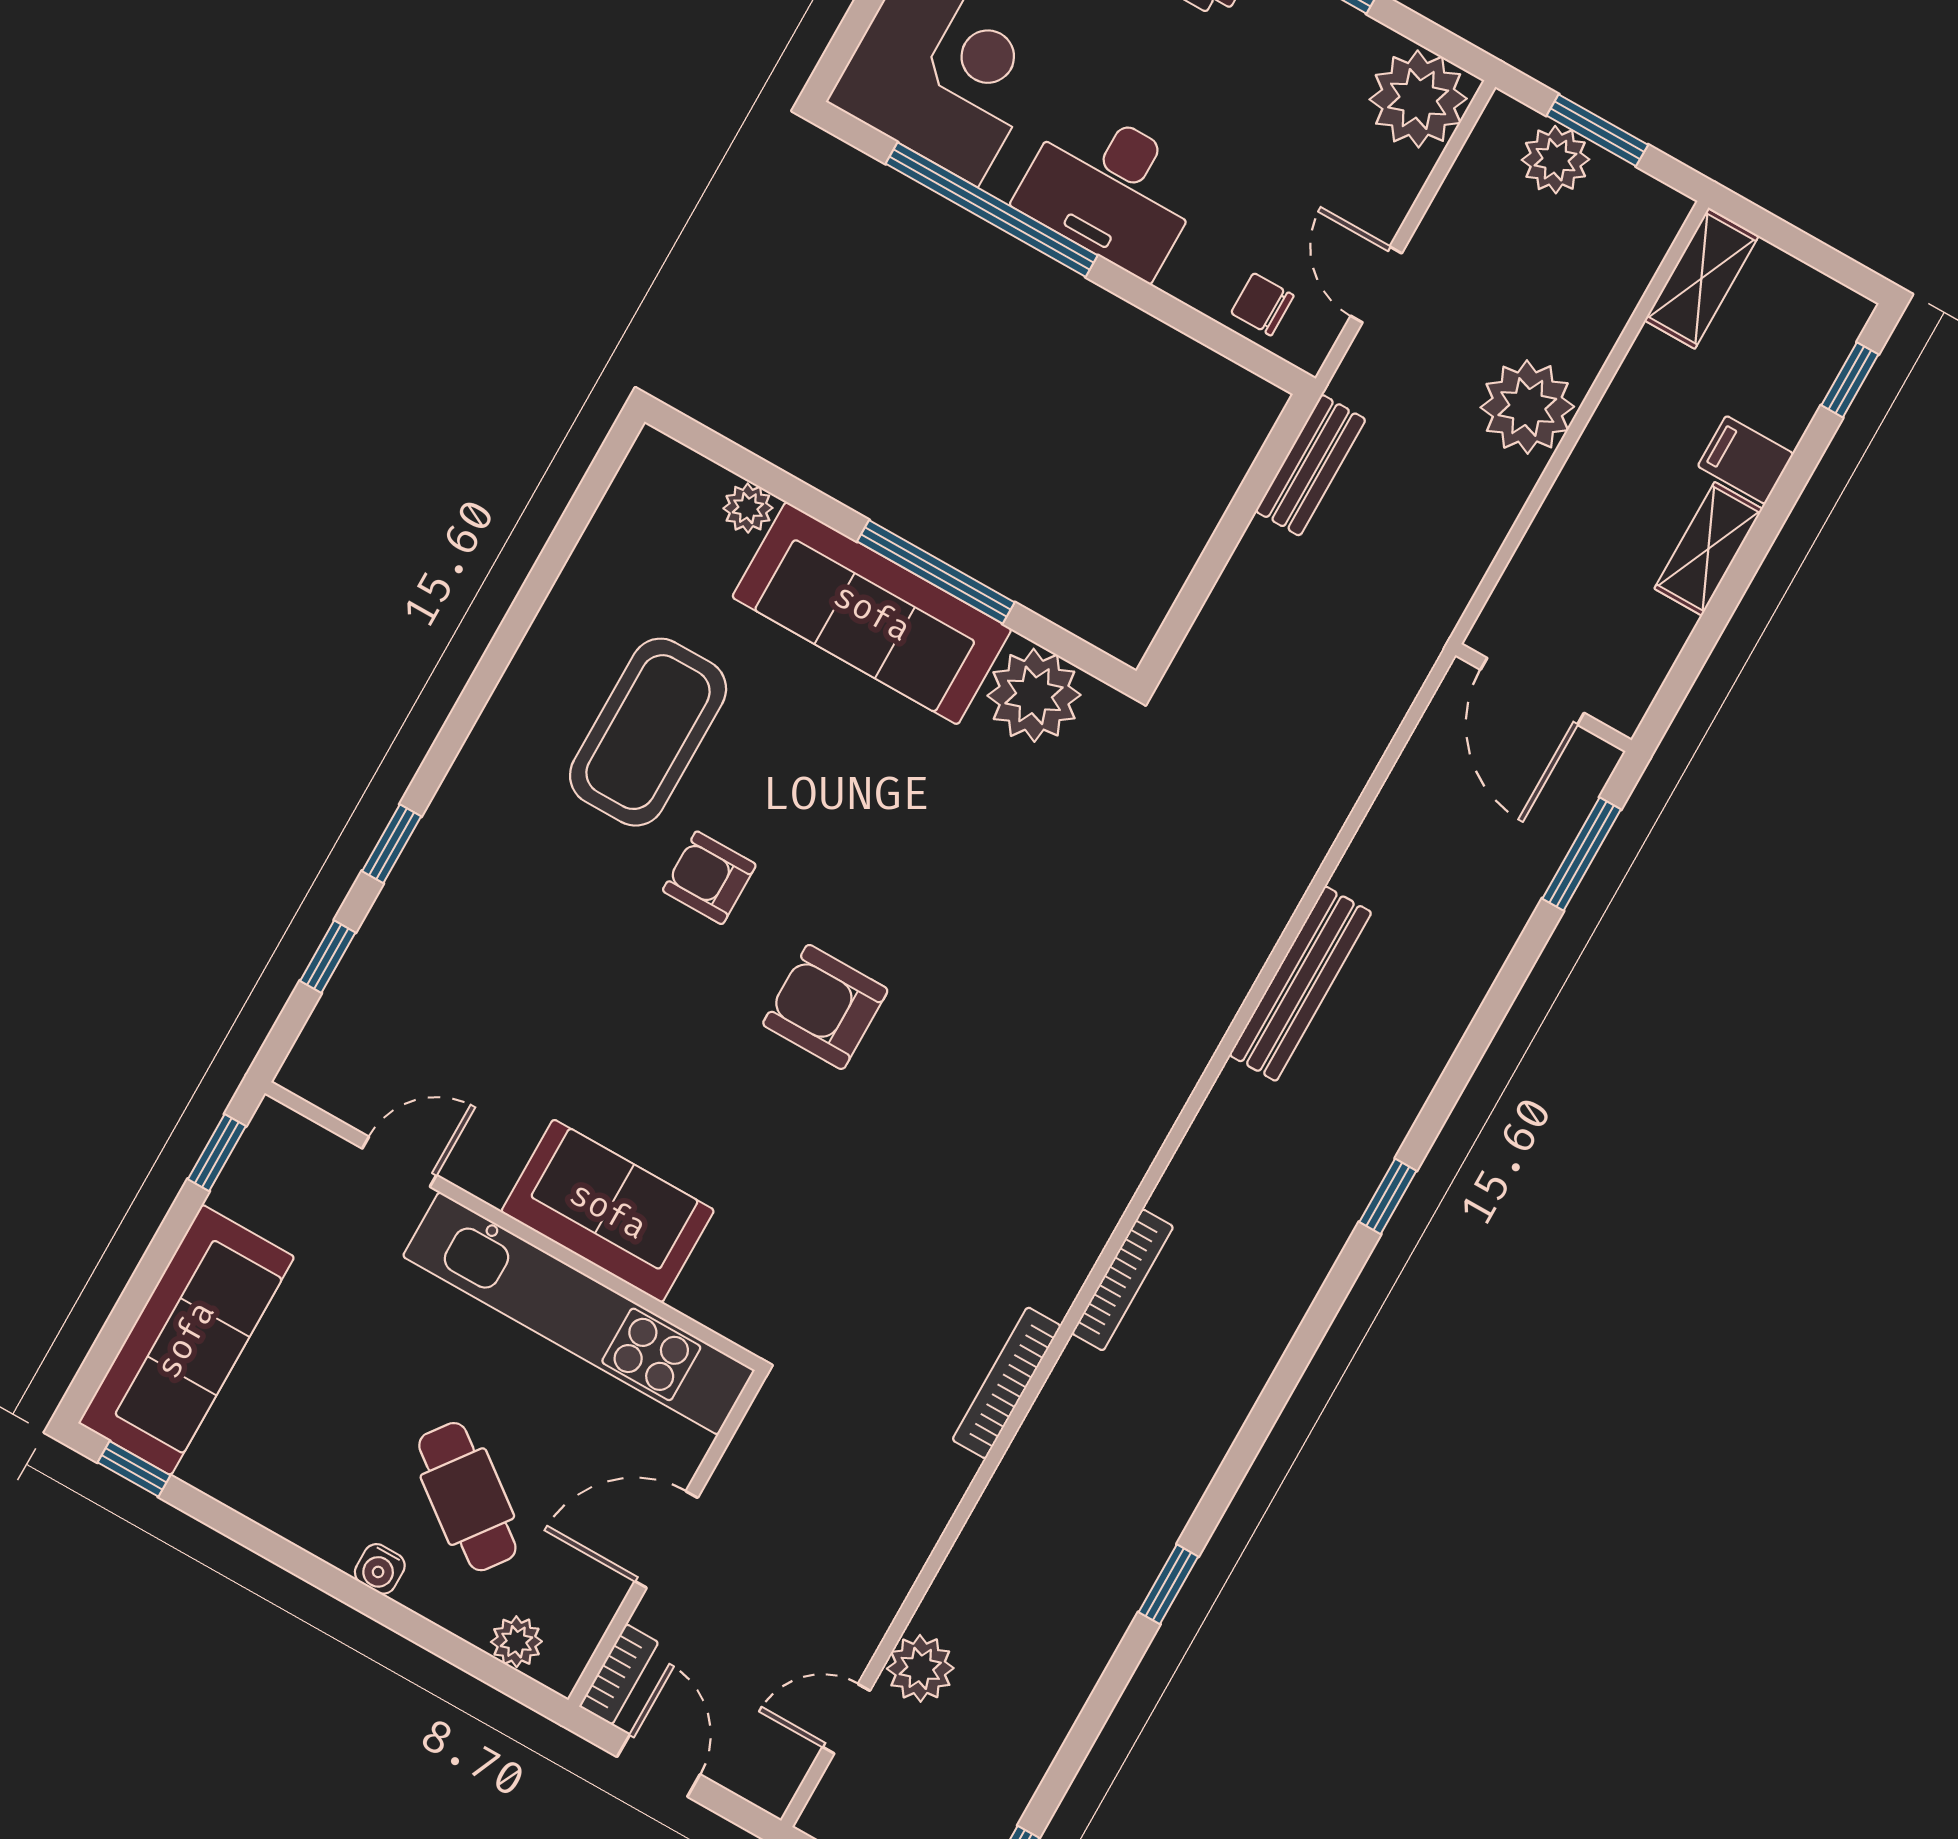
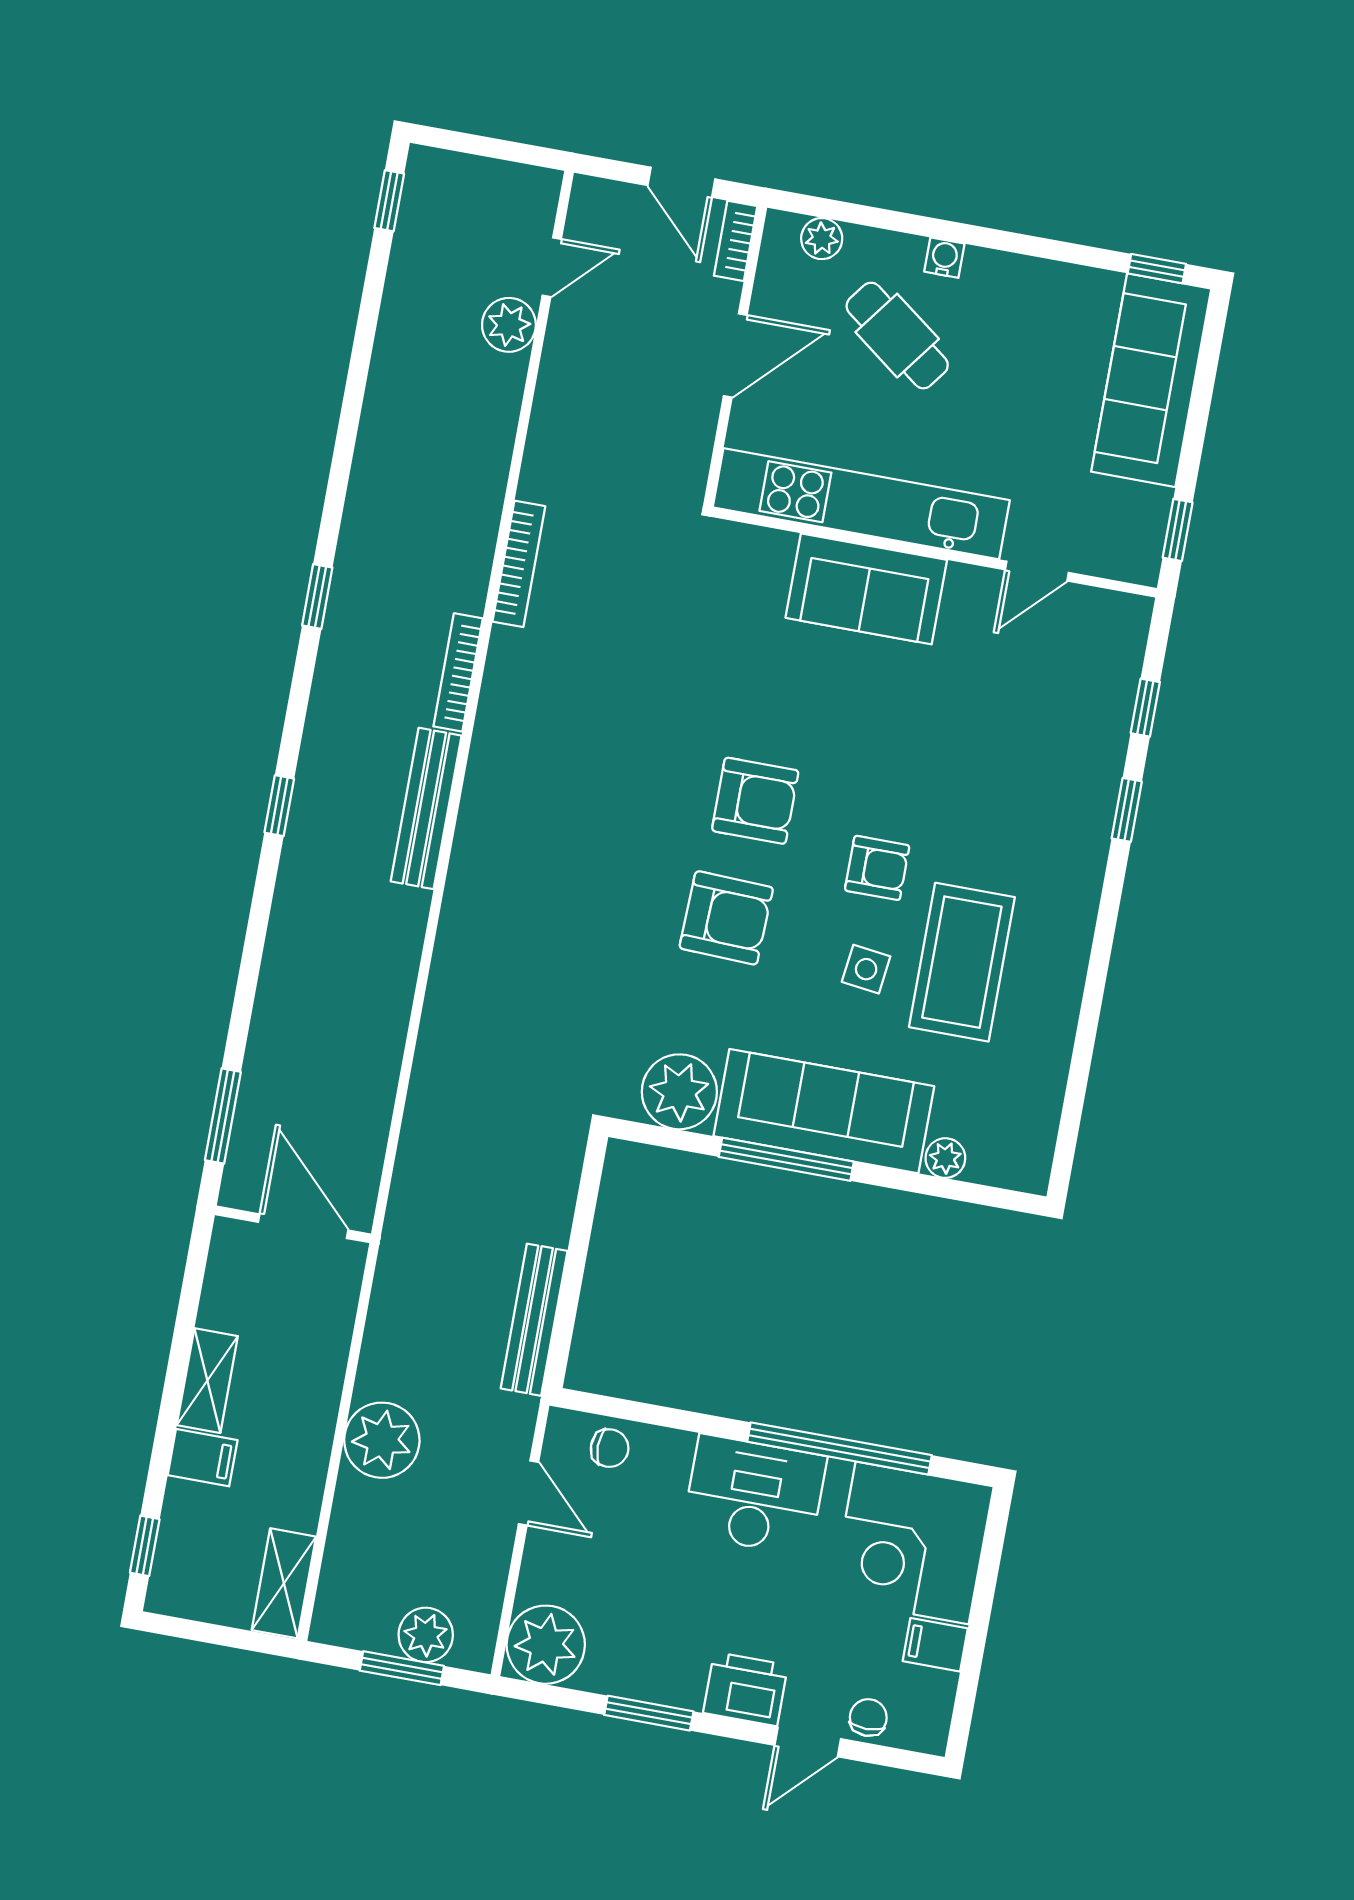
bench: (1311, 465) -> (534, 1320), width x1.36
side table: (764, 763) -> (866, 969), added
armchair: (908, 881) -> (726, 918), added
bench: (1300, 984) -> (426, 808), moved
window: (1168, 1584) -> (317, 597), moved

